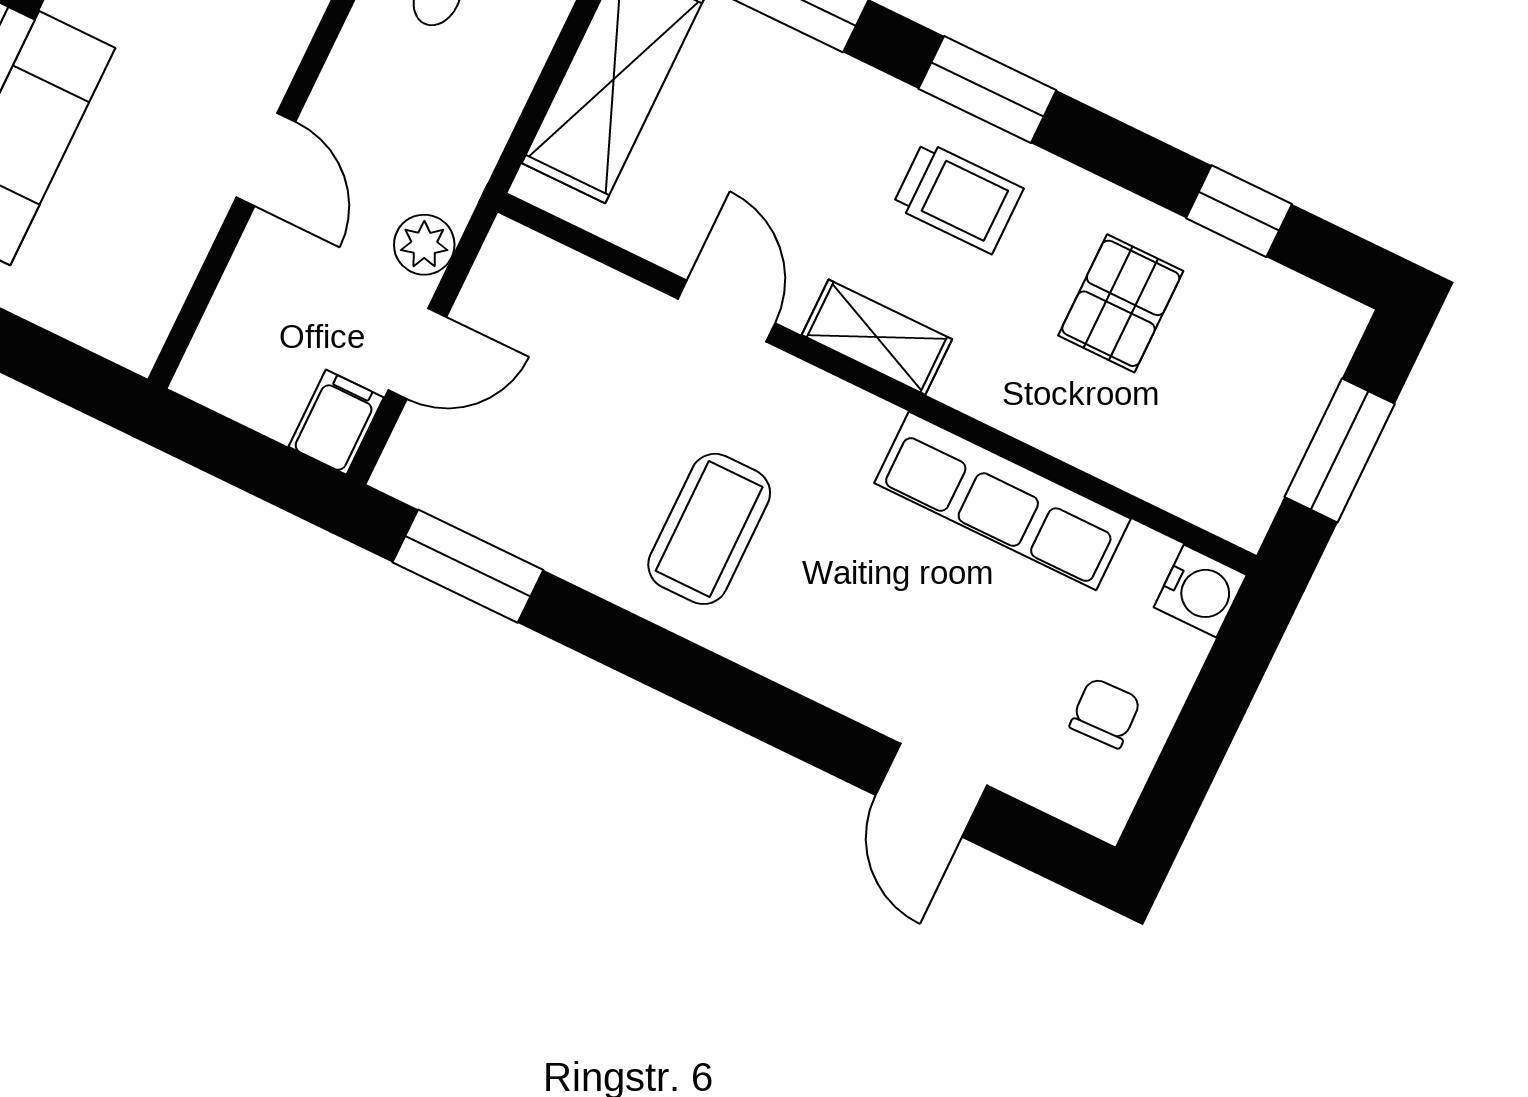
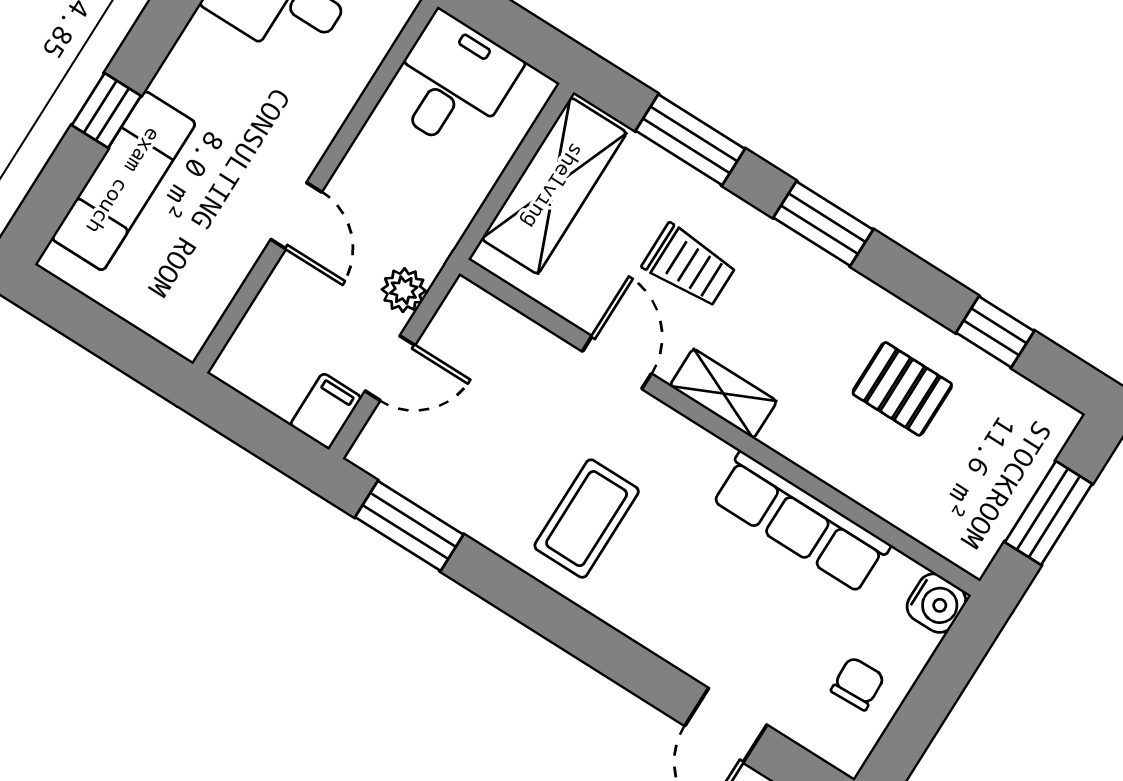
trolley: (958, 197) -> (689, 266), moved
pallet: (1121, 303) -> (902, 389), turned 90

